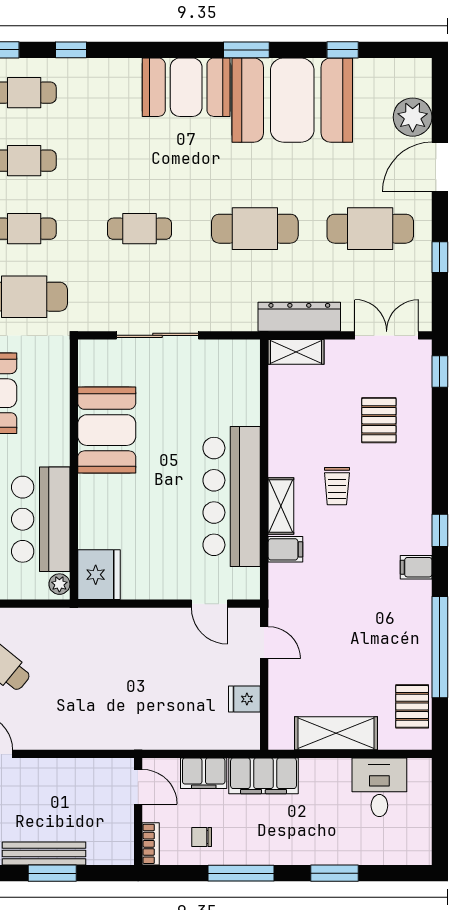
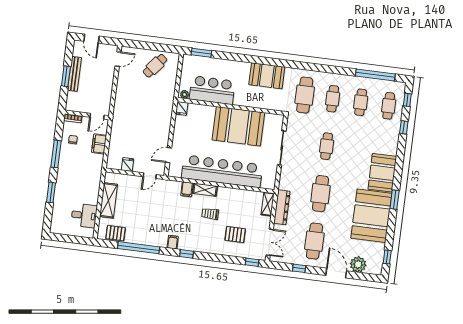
window: (343, 50) -> (387, 257), moved
booth: (107, 430) -> (238, 126), width x1.36, depth x1.42
bar counter: (232, 496) -> (222, 171), width x1.36
fridge: (99, 575) -> (182, 108), width x0.53, depth x0.75
filing cabinet: (263, 776) -> (95, 168), removed

